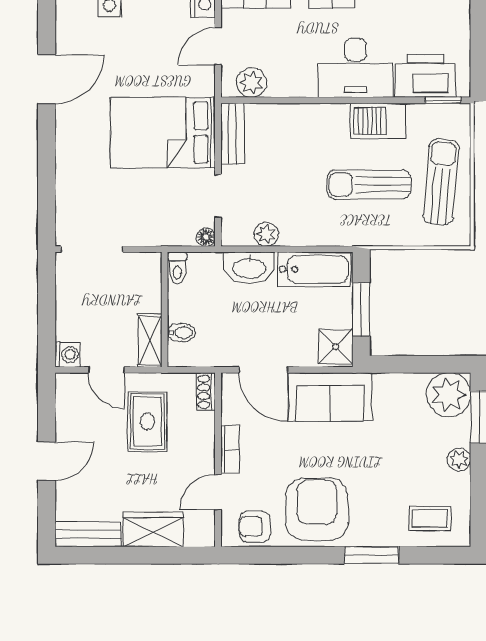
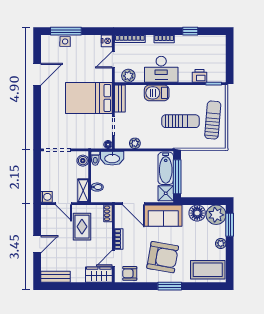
desk: (356, 68) -> (161, 69), moved
printer: (425, 76) -> (199, 76), width x0.53, depth x0.68
barbecue: (378, 121) -> (157, 93), moved
sun lounger: (369, 185) -> (181, 121), turned 180
washbasin: (249, 268) -> (112, 158), moved
bathtub: (314, 269) -> (166, 168), moved, turned 90
boiler: (149, 273) -> (83, 161), added
window: (361, 309) -> (177, 177), width x1.44
floor lamp: (406, 391) -> (197, 213), added
armchair: (317, 509) -> (163, 257), moved, turned 100
coffee table: (430, 518) -> (208, 270), width x1.86, depth x1.72
wardrobe: (153, 530) -> (99, 275), moved
window: (371, 555) -> (170, 286), moved

